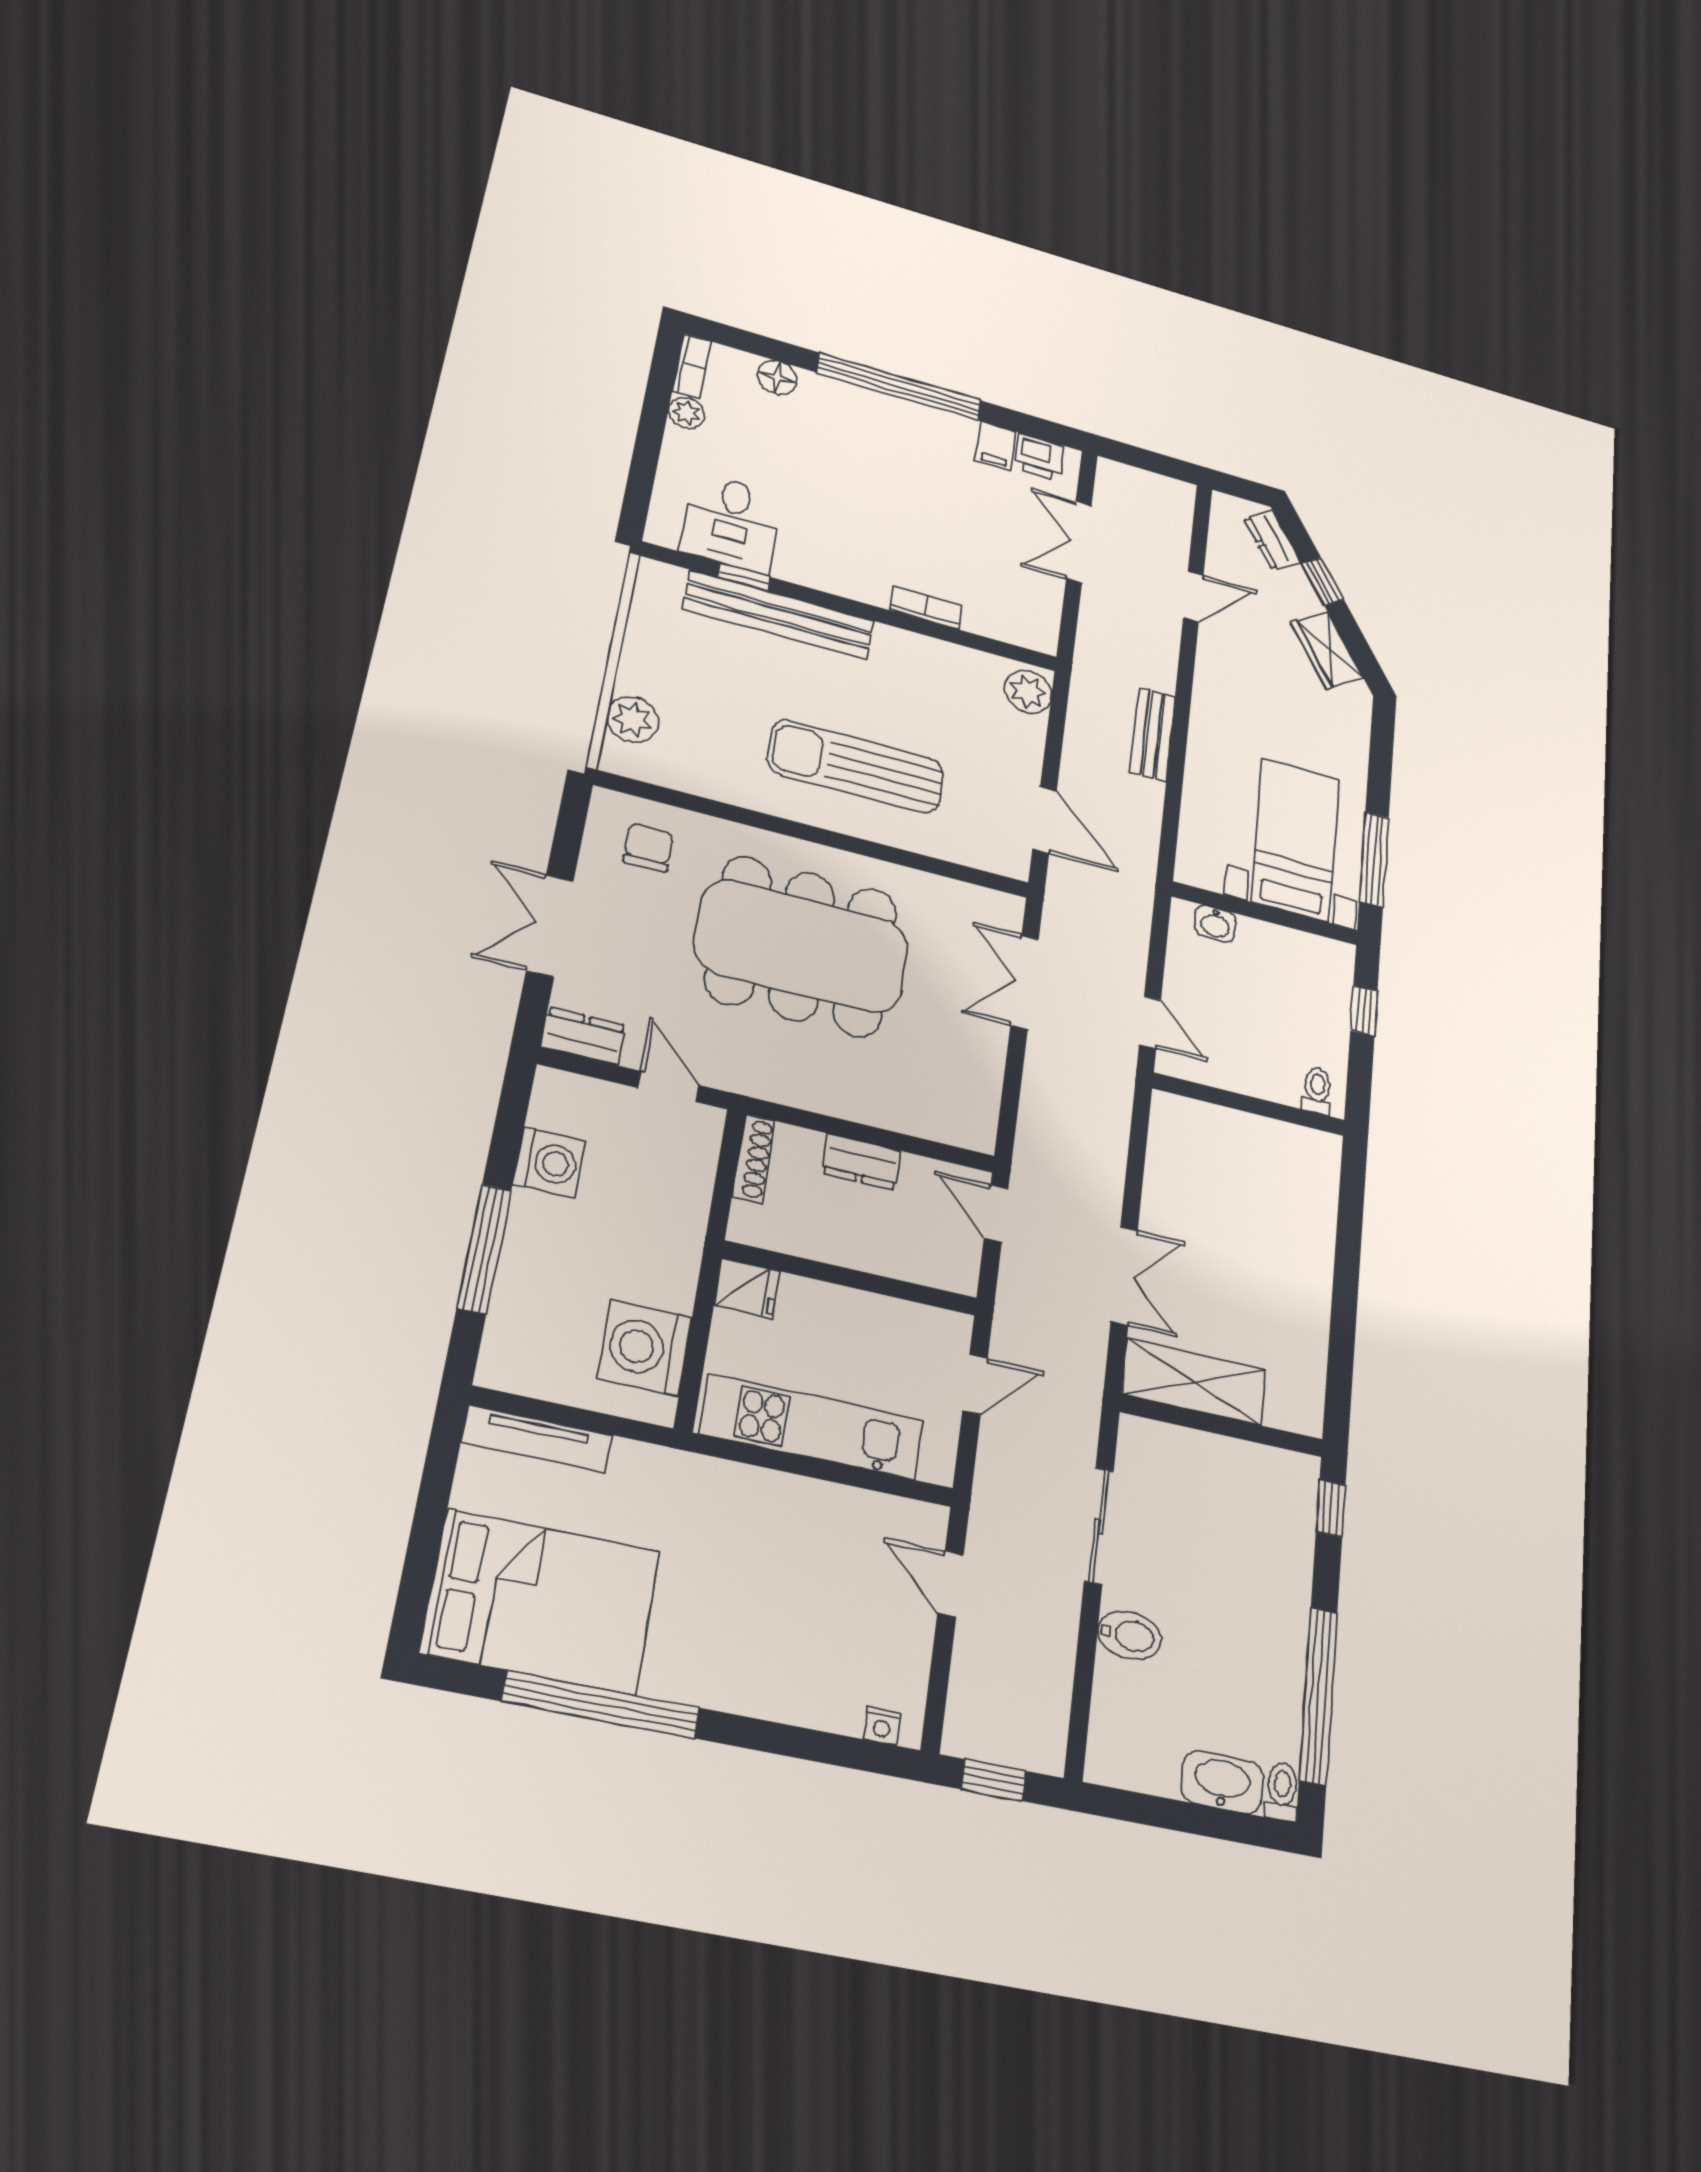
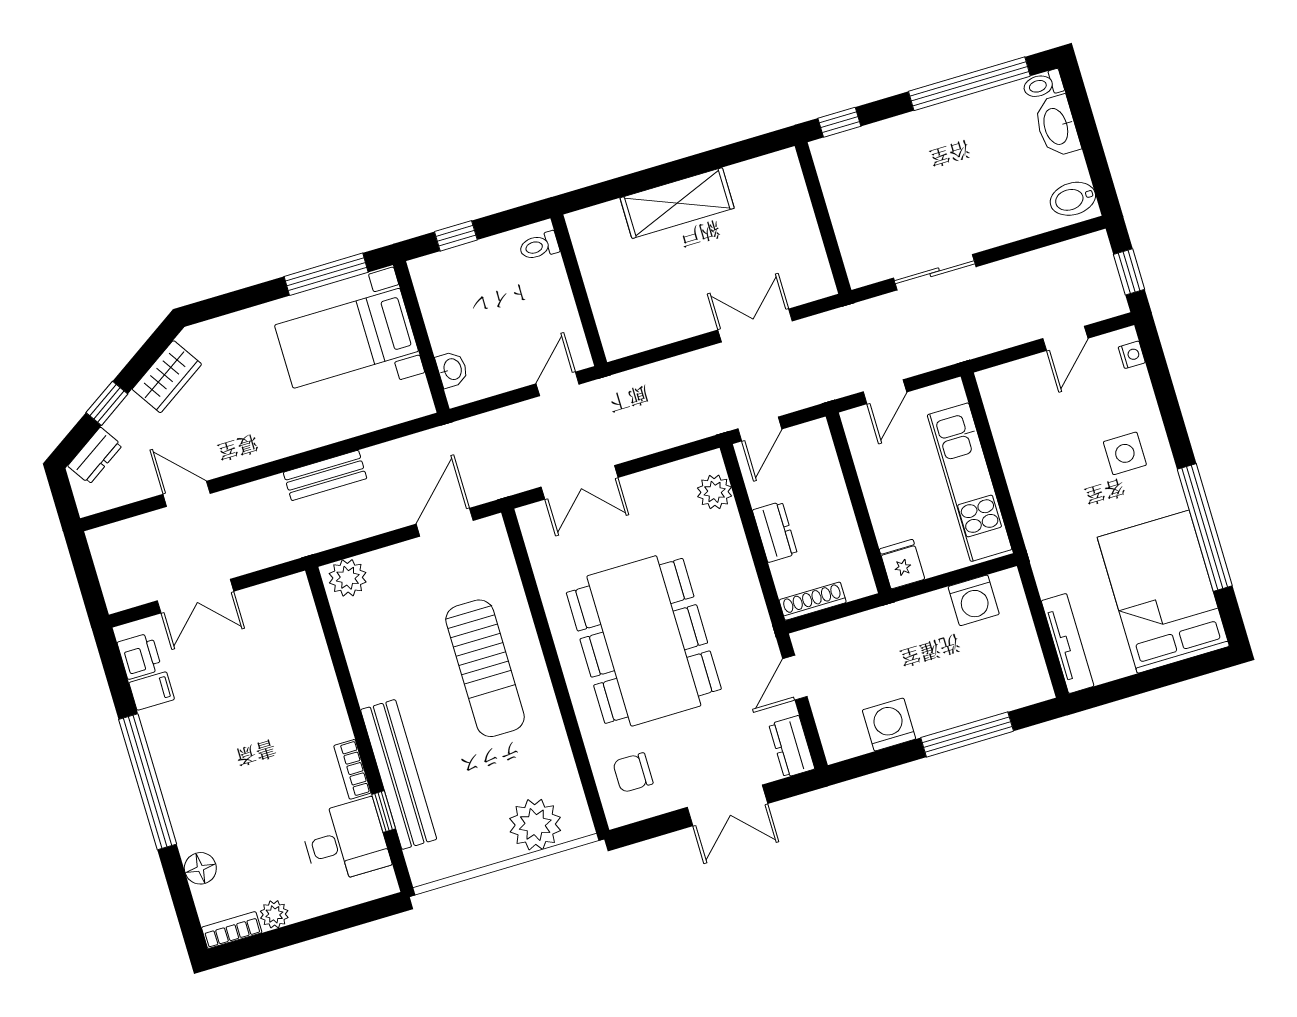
bookcase: (926, 608) -> (352, 769), moved
plant: (633, 720) -> (535, 825), width x1.36, depth x1.36
plant: (943, 1121) -> (715, 492), added
washing machine: (645, 1348) -> (974, 600), width x0.73, depth x0.73
shelving: (1194, 1382) -> (677, 203), moved, turned 90
door: (975, 1385) -> (885, 392), swing flipped
door: (951, 1584) -> (1065, 338), moved
bidet: (1129, 1635) -> (1073, 199), moved, turned -90
side table: (754, 1648) -> (1125, 453), added

